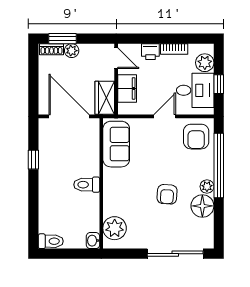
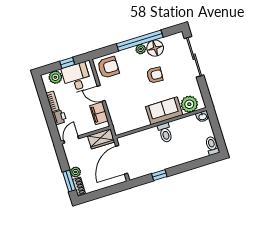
filing cabinet: (127, 88) -> (99, 113), moved, turned -90
sofa: (116, 144) -> (164, 111), moved
window: (219, 165) -> (140, 40), moved

